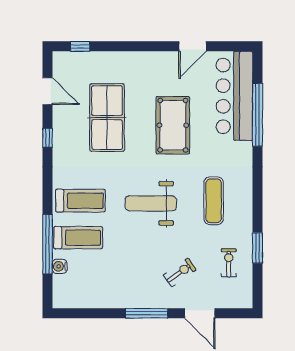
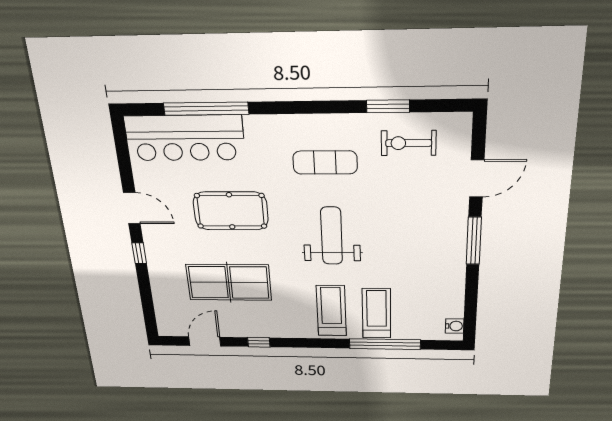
window: (80, 46) -> (139, 253), moved
door: (193, 46) -> (132, 208), moved
weight bench: (151, 203) -> (332, 236), turned 180
exercise bike: (229, 263) -> (409, 143), width x1.38, depth x1.39
water cooler: (60, 266) -> (455, 326), moved, turned -90
exercise bike: (180, 272) -> (421, 203), removed

